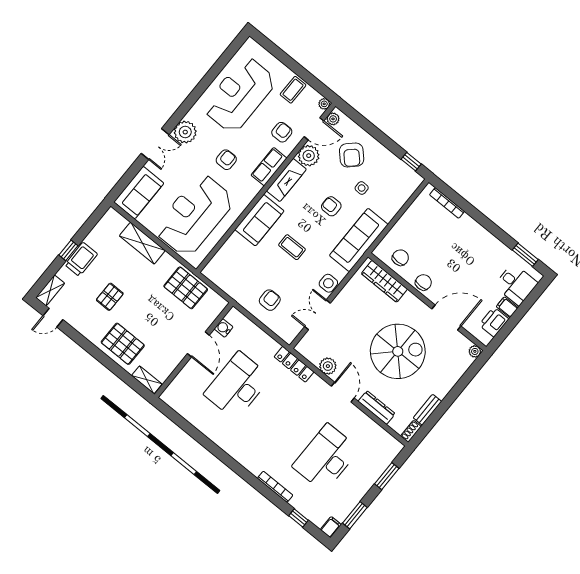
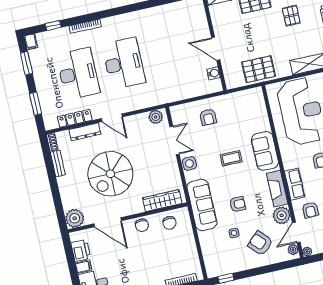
door: (446, 318) -> (108, 222), hinge flipped
plant: (475, 351) -> (75, 218), width x1.87, depth x1.87
locker: (294, 364) -> (75, 118), moved
plant: (328, 366) -> (156, 117), moved
desk: (237, 386) -> (124, 63), moved

